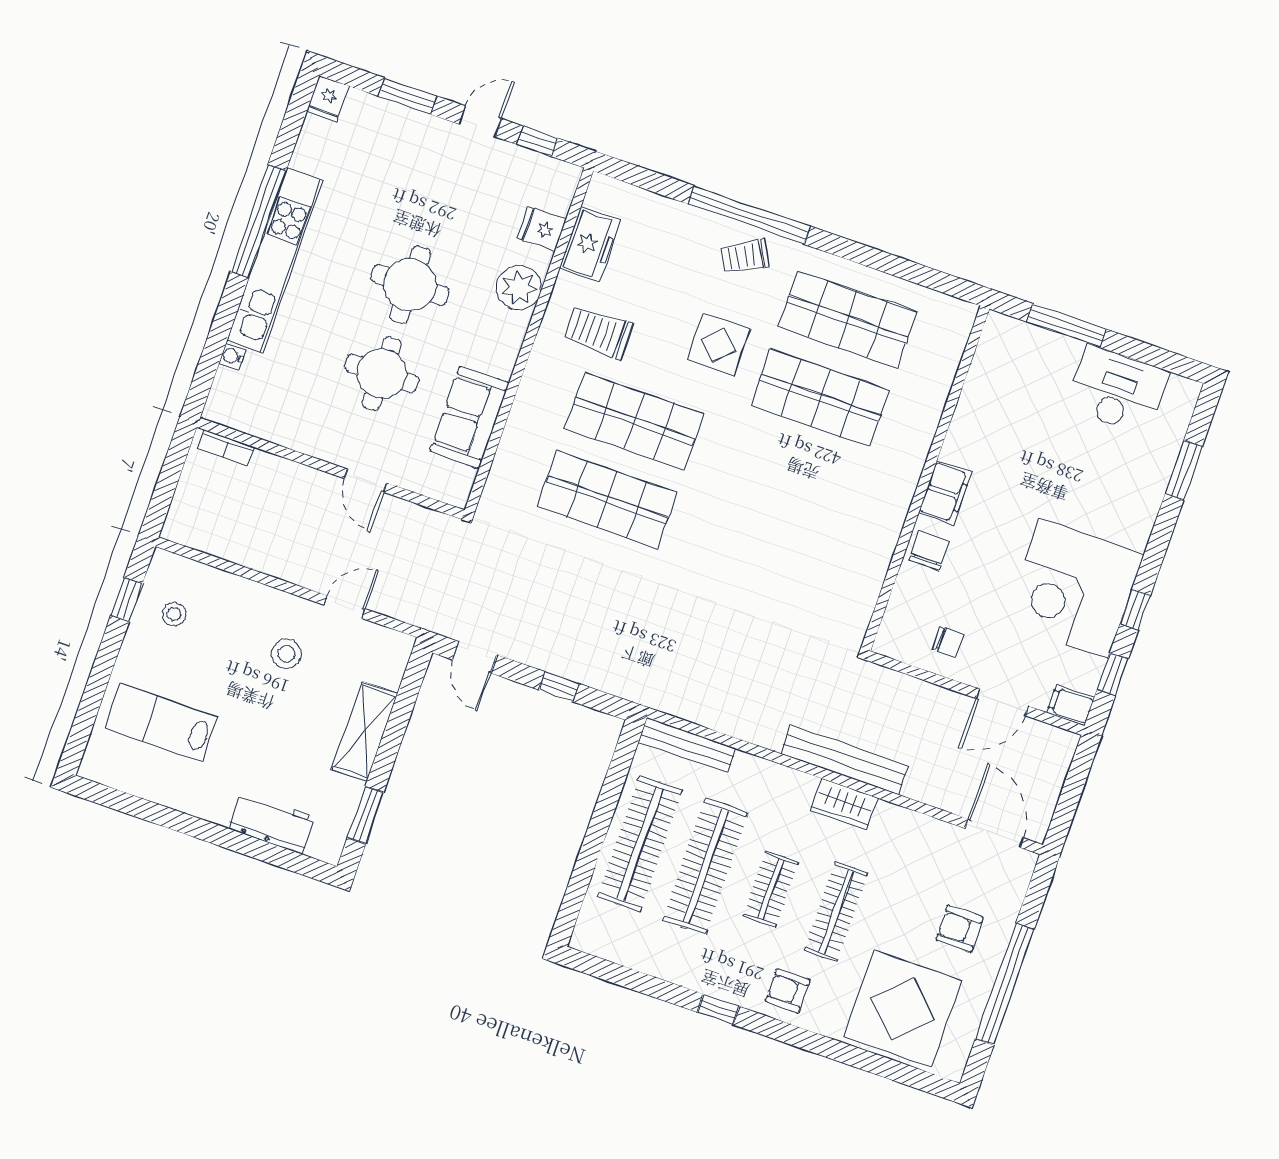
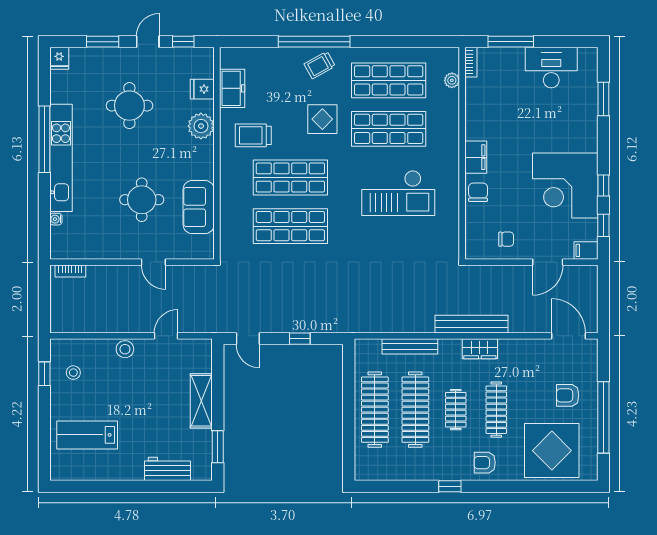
round table: (410, 285) -> (129, 106), moved
bookcase: (991, 336) -> (471, 62), added
plant: (950, 355) -> (452, 80), added
checkout: (800, 507) -> (398, 193), added
stool: (286, 654) -> (125, 349), moved
bench: (687, 745) -> (410, 346), moved

